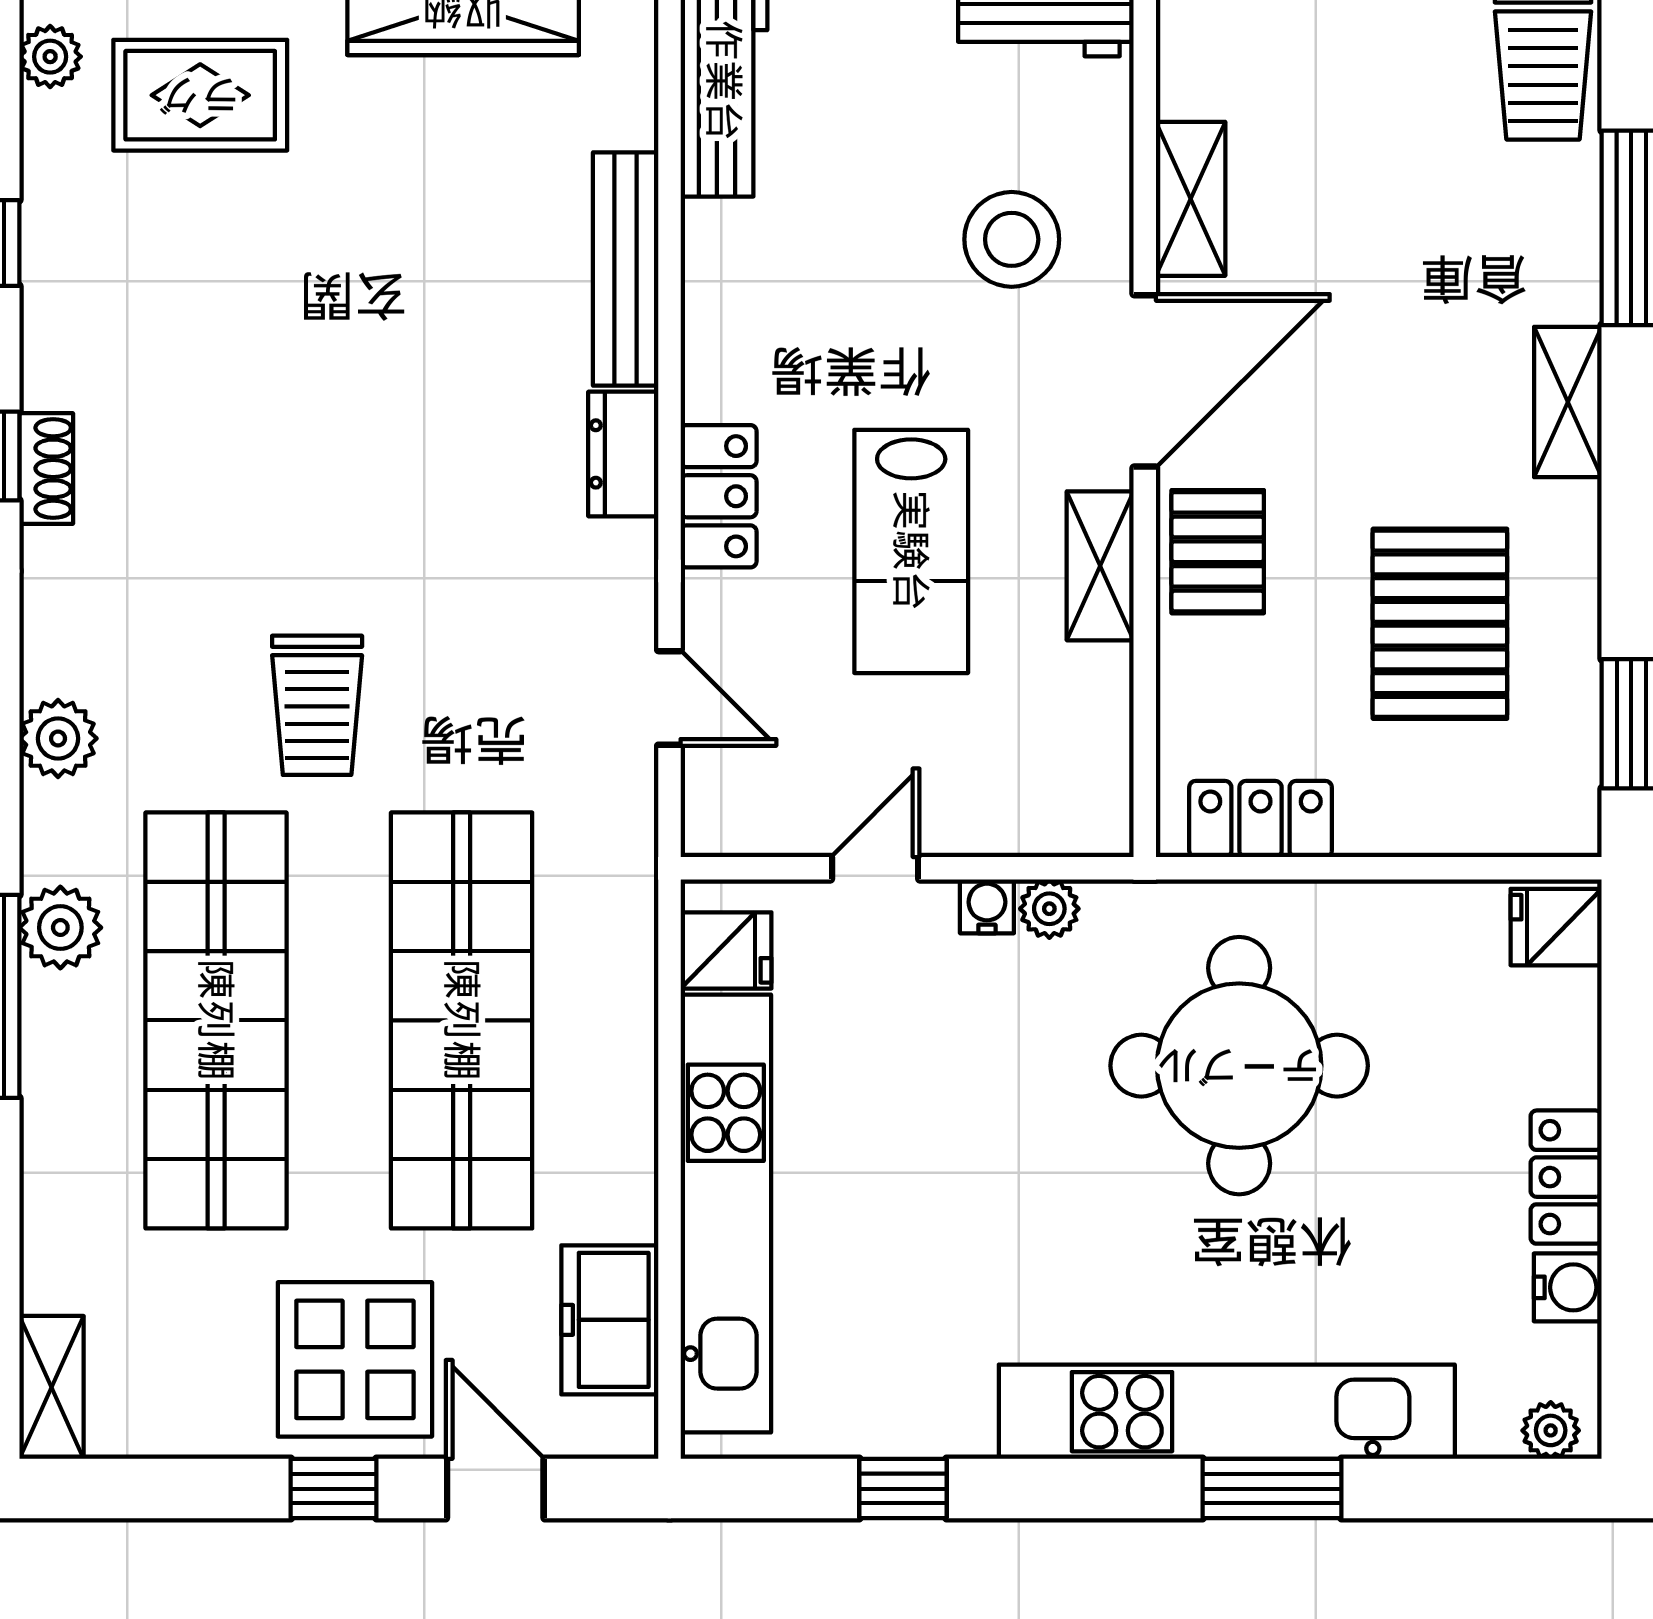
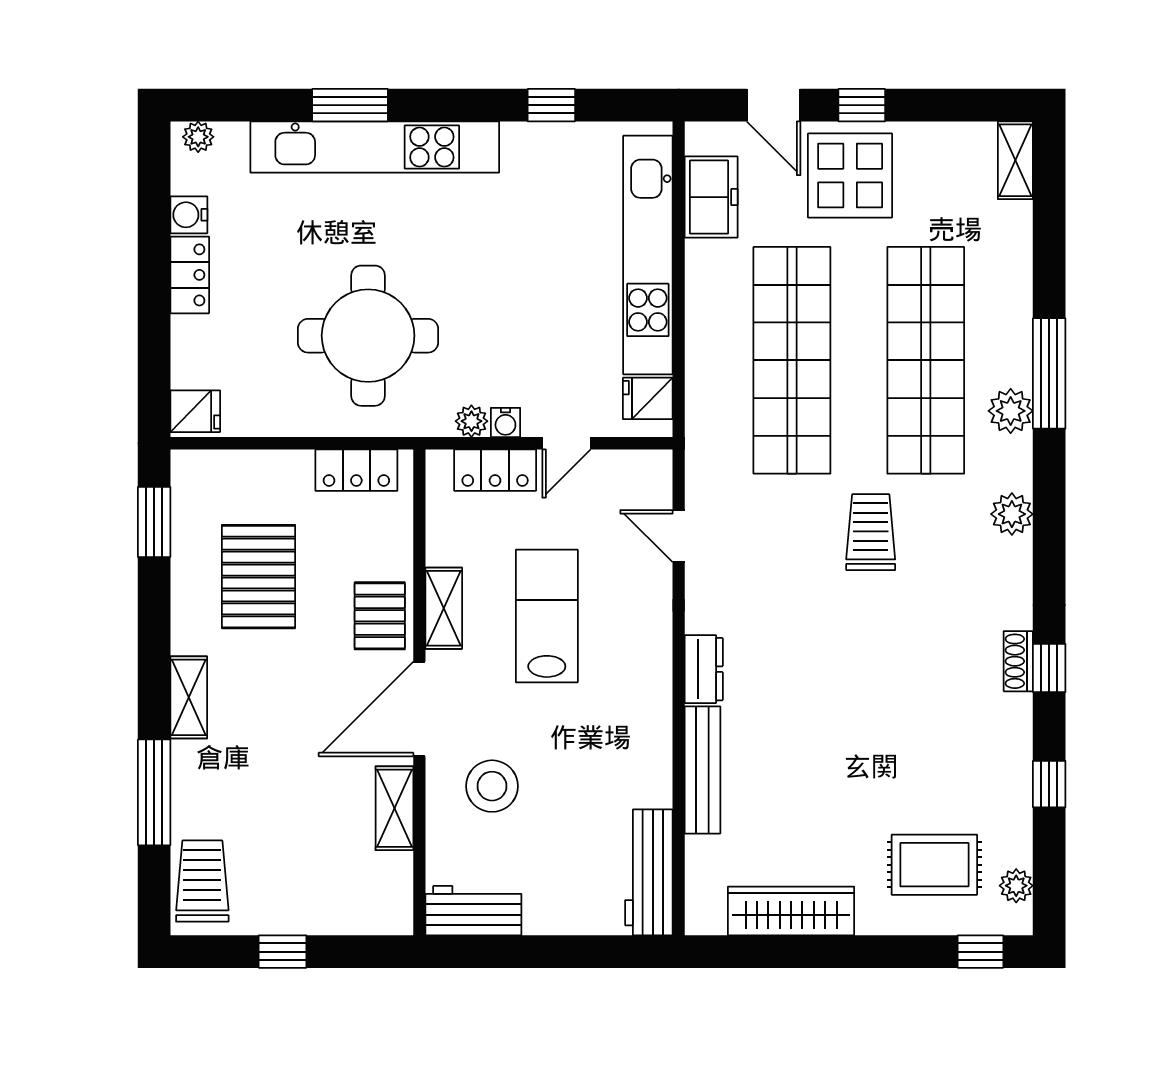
locker: (719, 496) -> (495, 470), moved, turned -90

